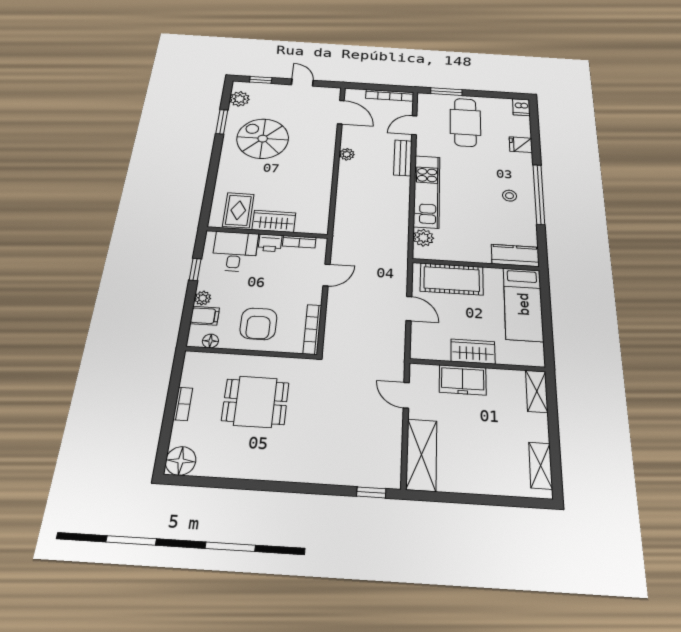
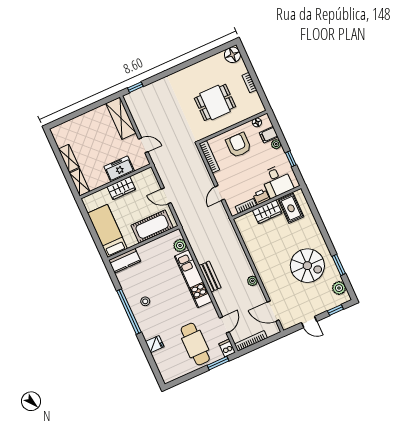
dishwasher: (521, 107) -> (227, 348), moved
bench: (403, 158) -> (210, 277), moved
shelving: (541, 466) -> (69, 158), moved

